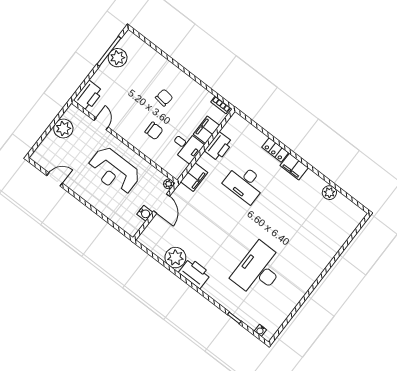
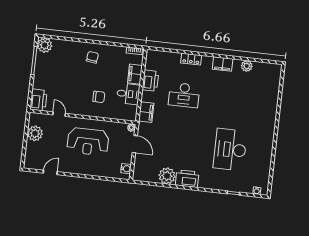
plant: (118, 58) -> (45, 45), moved
chair: (164, 98) -> (92, 57), moved
filing cabinet: (294, 167) -> (223, 64), moved
water cooler: (145, 213) -> (126, 169), moved

